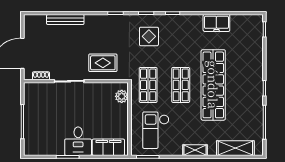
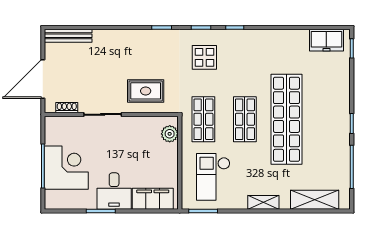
bench: (65, 20) -> (68, 36), moved
freezer: (216, 23) -> (326, 40), moved
corner desk: (41, 123) -> (66, 168), added

